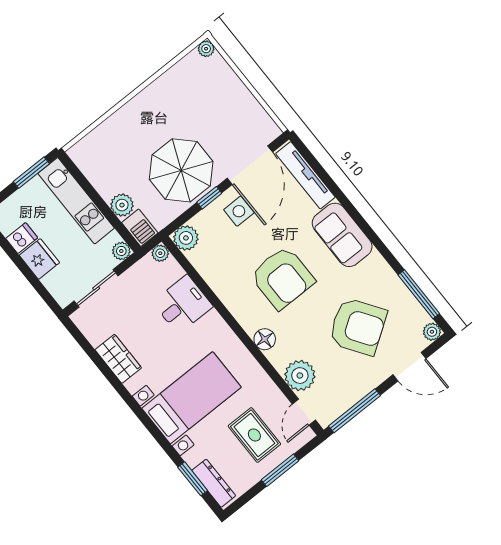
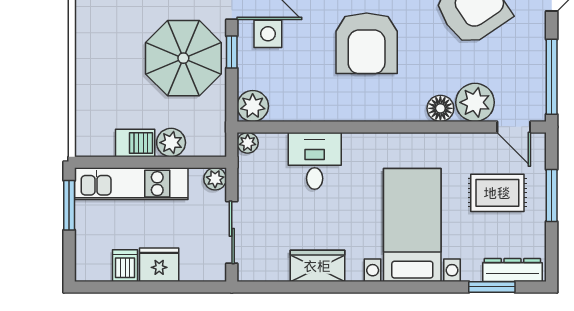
barbecue: (140, 228) -> (135, 143), moved
armchair: (282, 278) -> (367, 43), turned 90
floor lamp: (265, 339) -> (440, 108), moved

